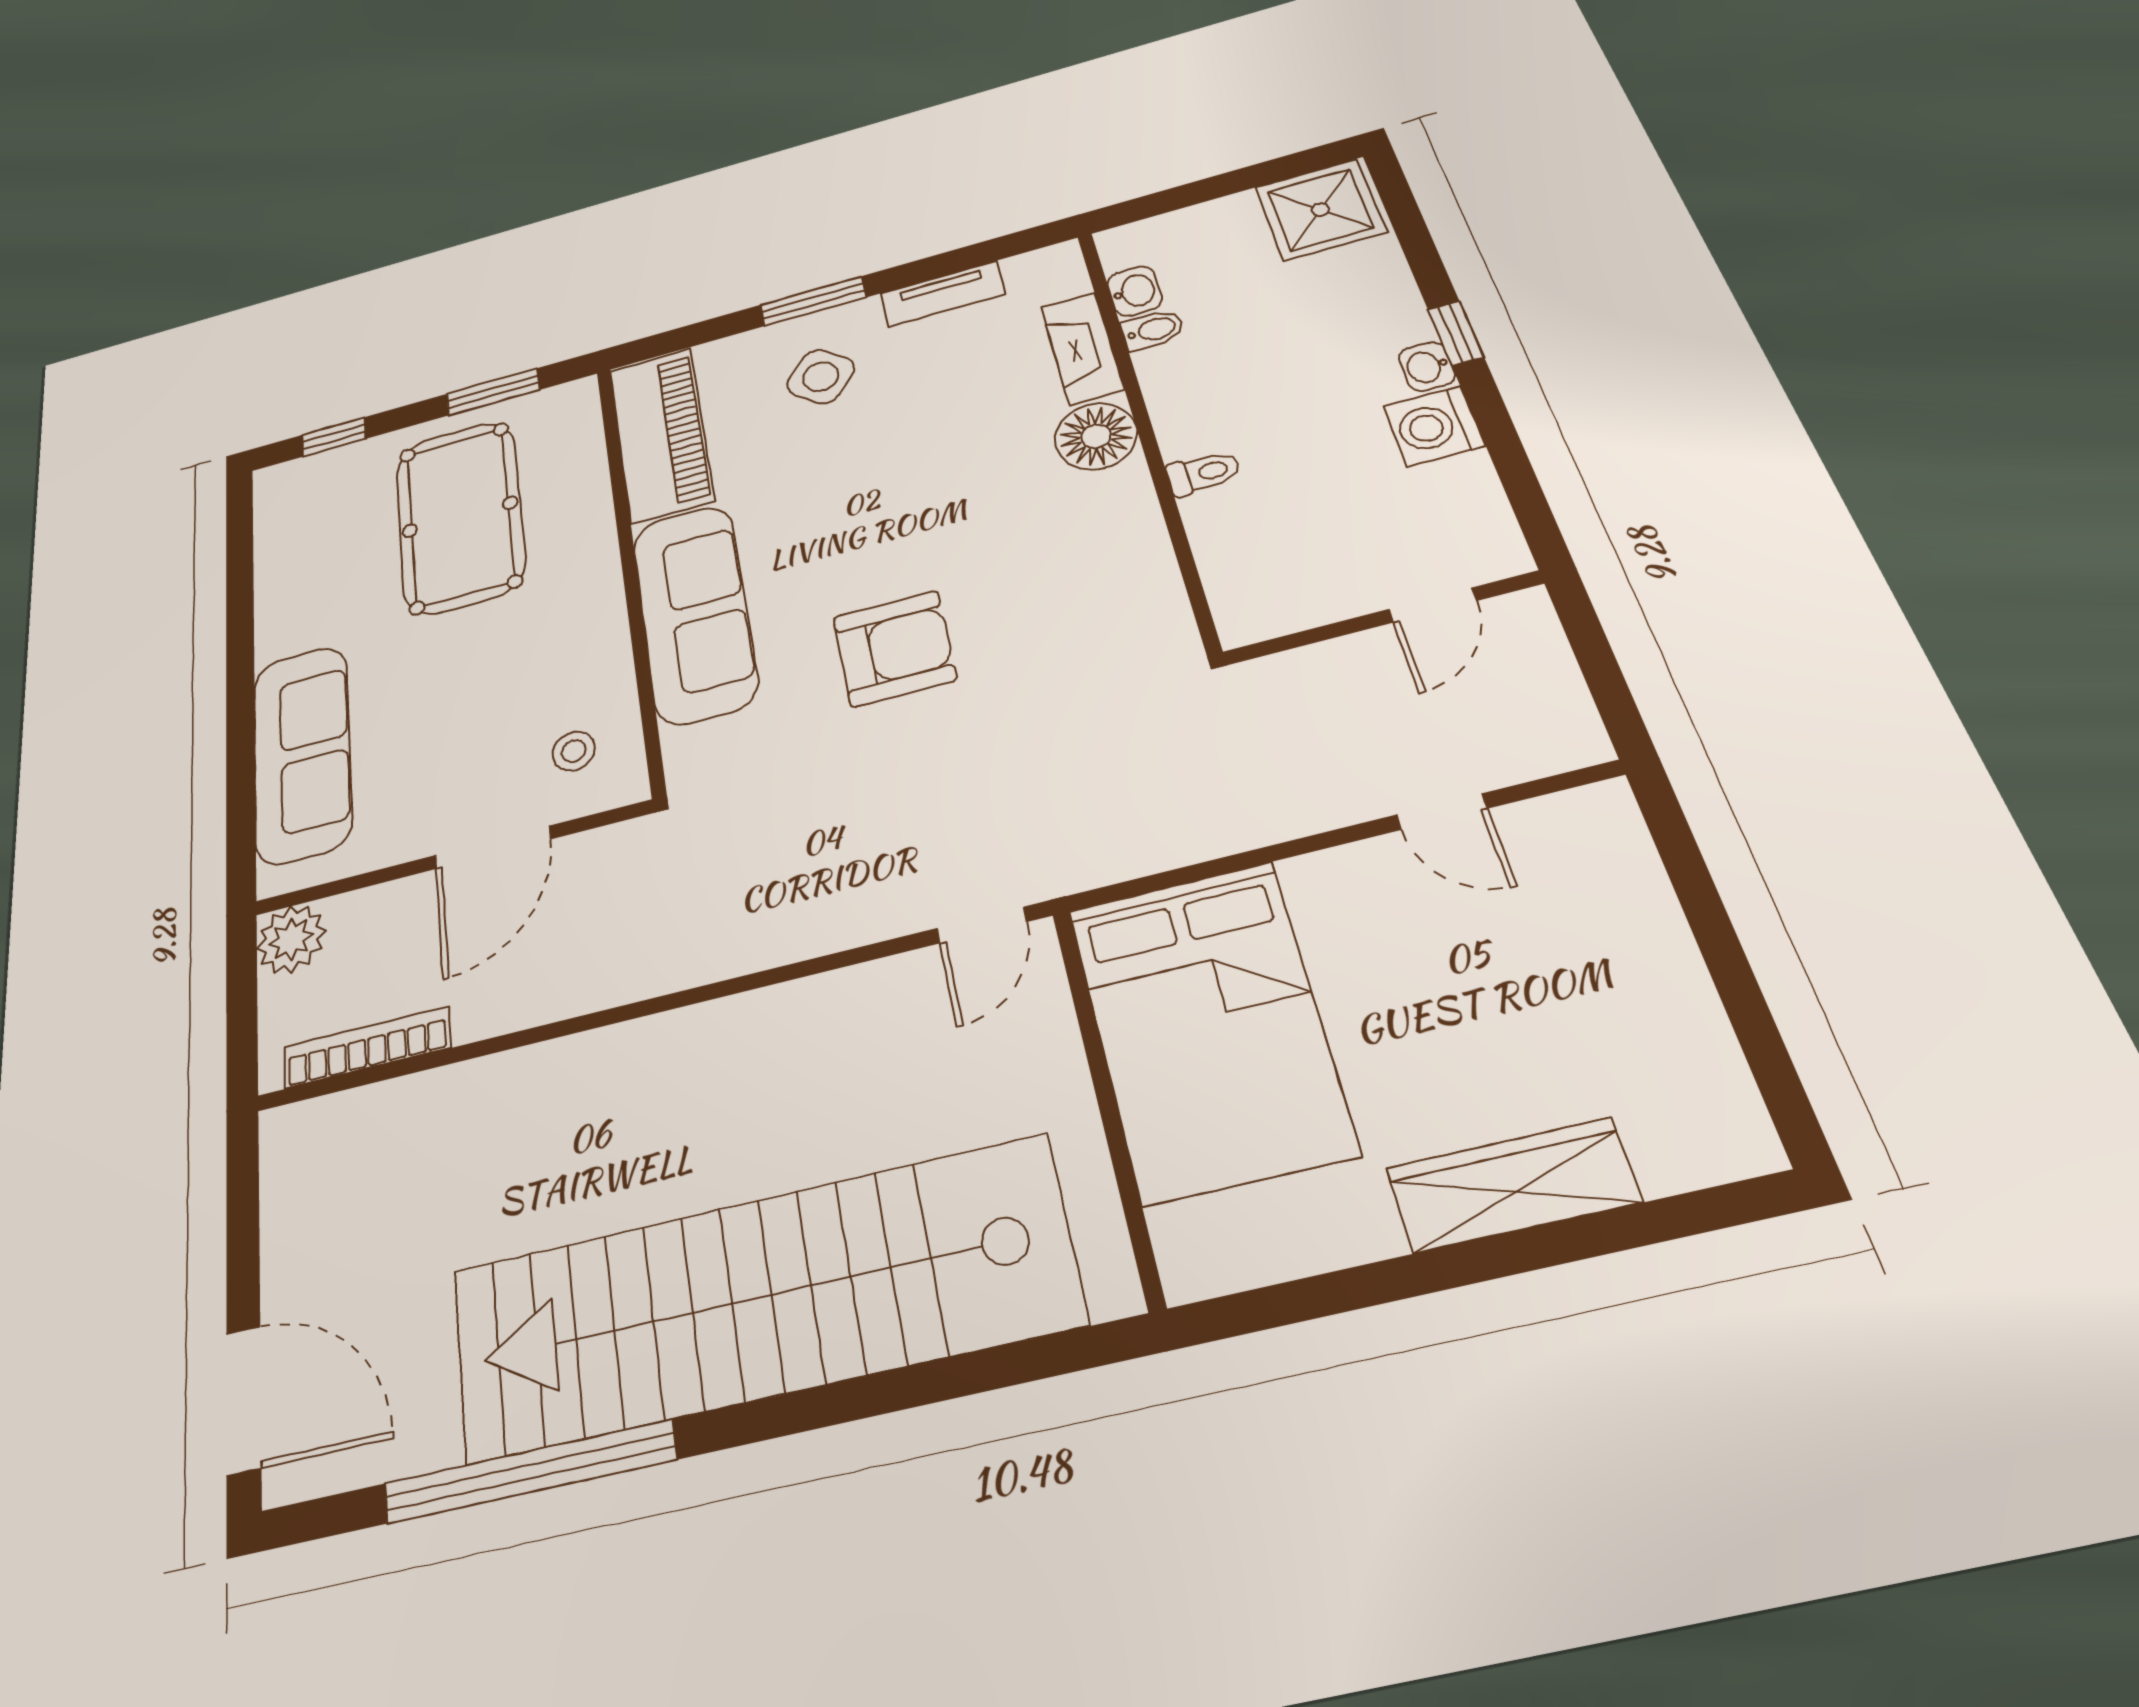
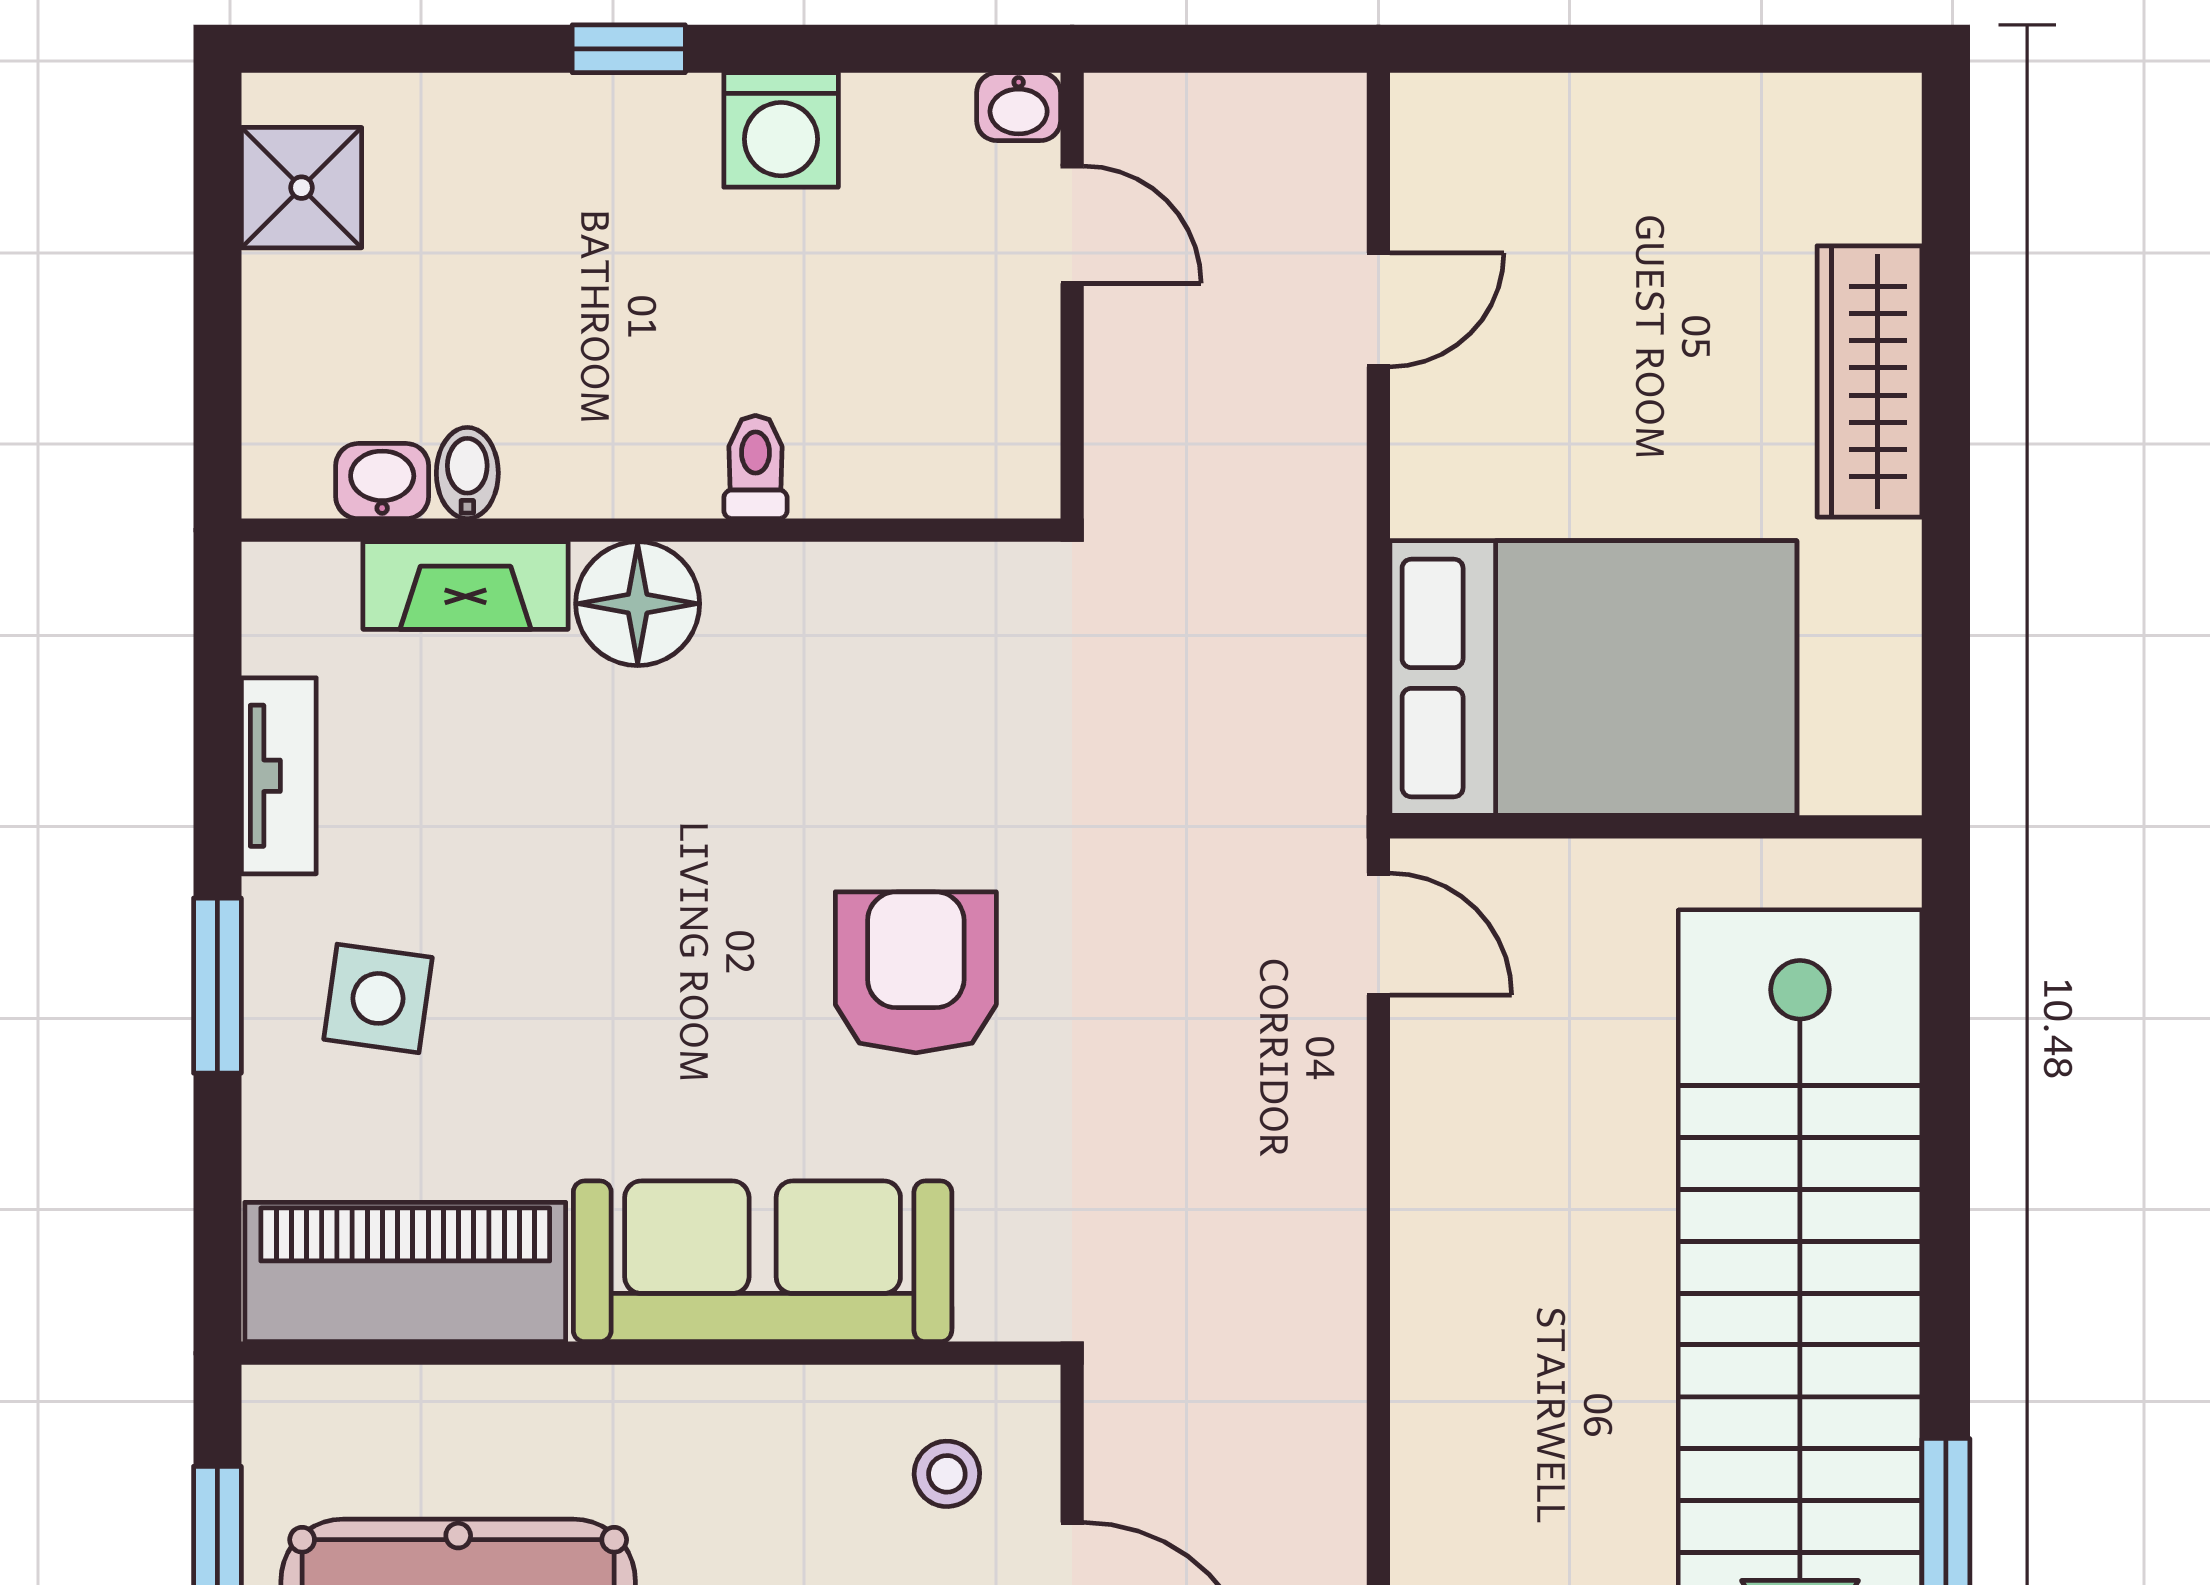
shower: (1320, 210) -> (302, 188), width x0.73, depth x0.73
washbasin: (1427, 367) -> (1019, 107), moved
side table: (821, 377) -> (378, 998), turned -32

